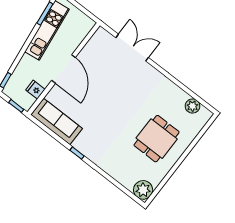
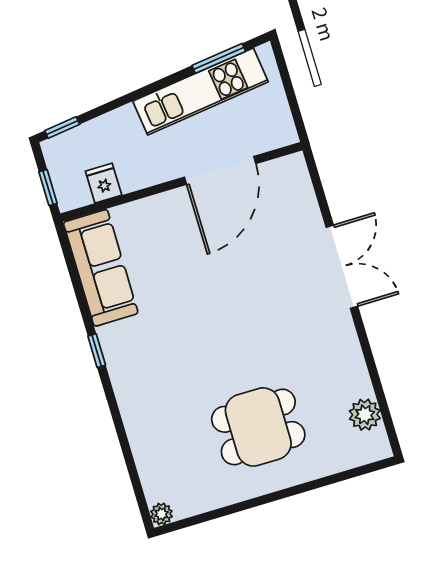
double door: (132, 48) -> (342, 267), moved
door: (64, 69) -> (220, 170), moved
plant: (143, 190) -> (161, 514), width x0.53, depth x0.53

